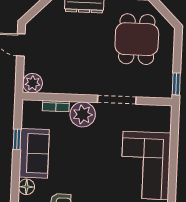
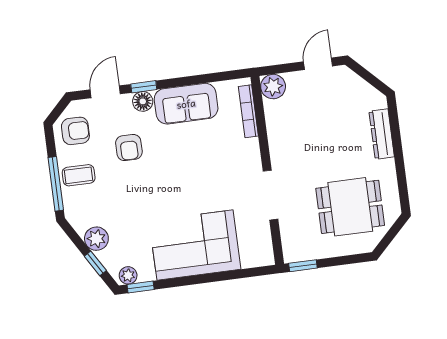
bookcase: (56, 106) -> (248, 111), width x1.56
plant: (83, 114) -> (245, 156), removed
window: (17, 139) -> (144, 87), moved

